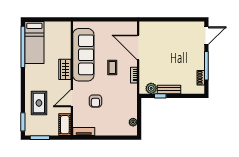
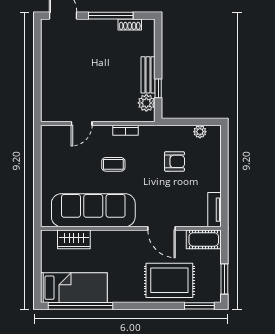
door: (138, 47) -> (82, 124), width x0.53
wardrobe: (65, 69) -> (74, 239), moved
armchair: (95, 101) -> (175, 161), moved
rug: (39, 103) -> (169, 280), width x1.36, depth x1.43

